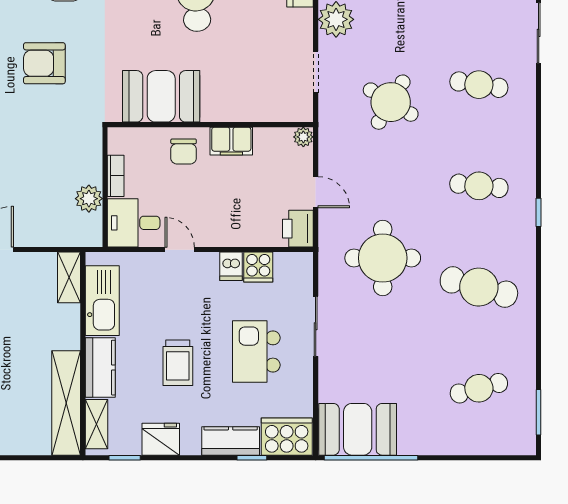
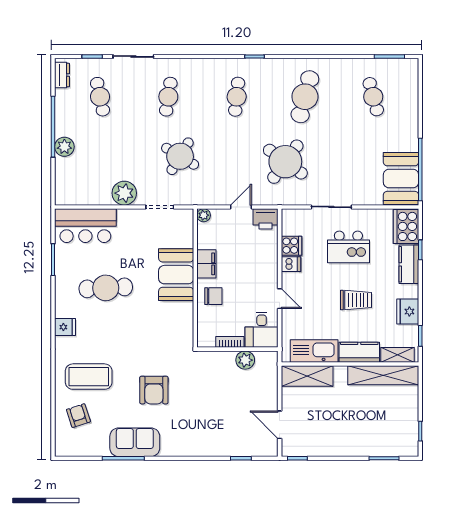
booth: (161, 96) -> (176, 275), moved
door: (180, 250) -> (280, 299), swing flipped
round table: (383, 258) -> (285, 162), turned 36
shelving: (69, 277) -> (307, 376), width x1.50, depth x1.33

